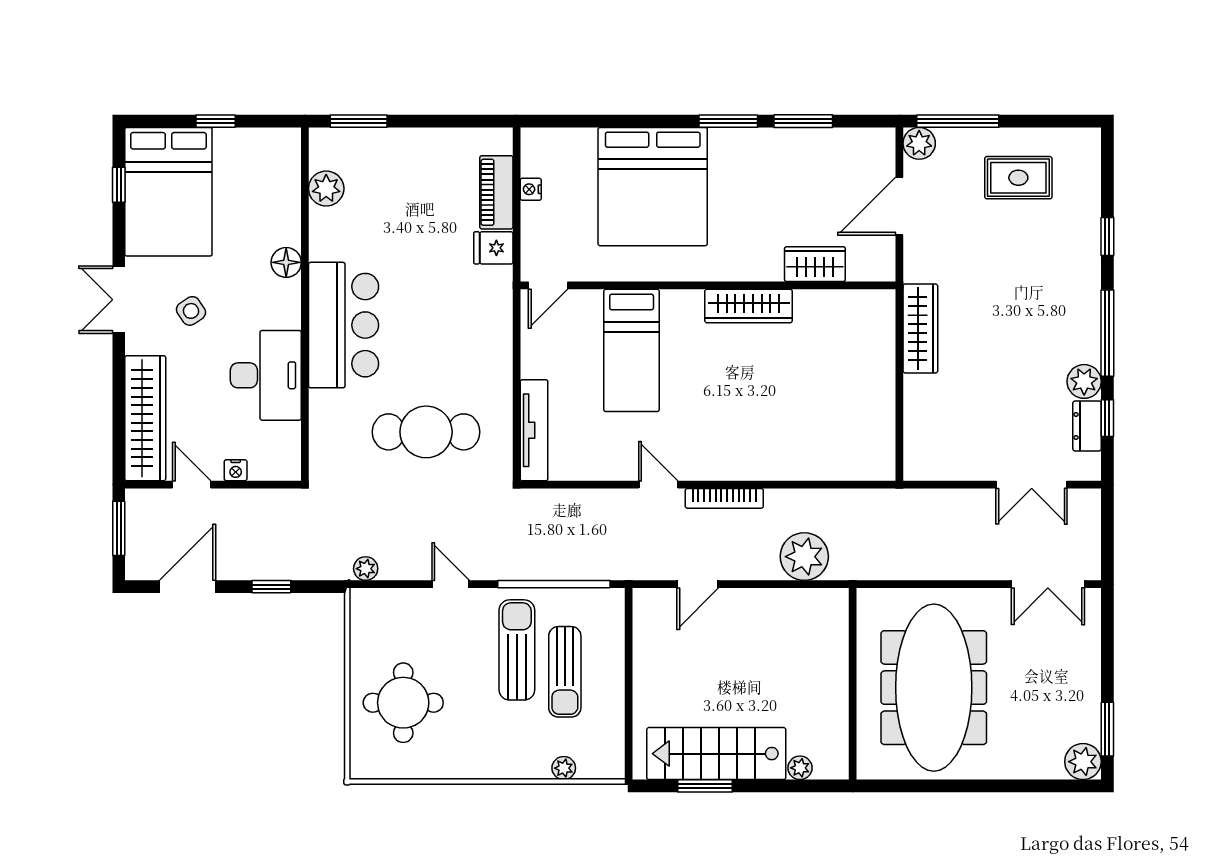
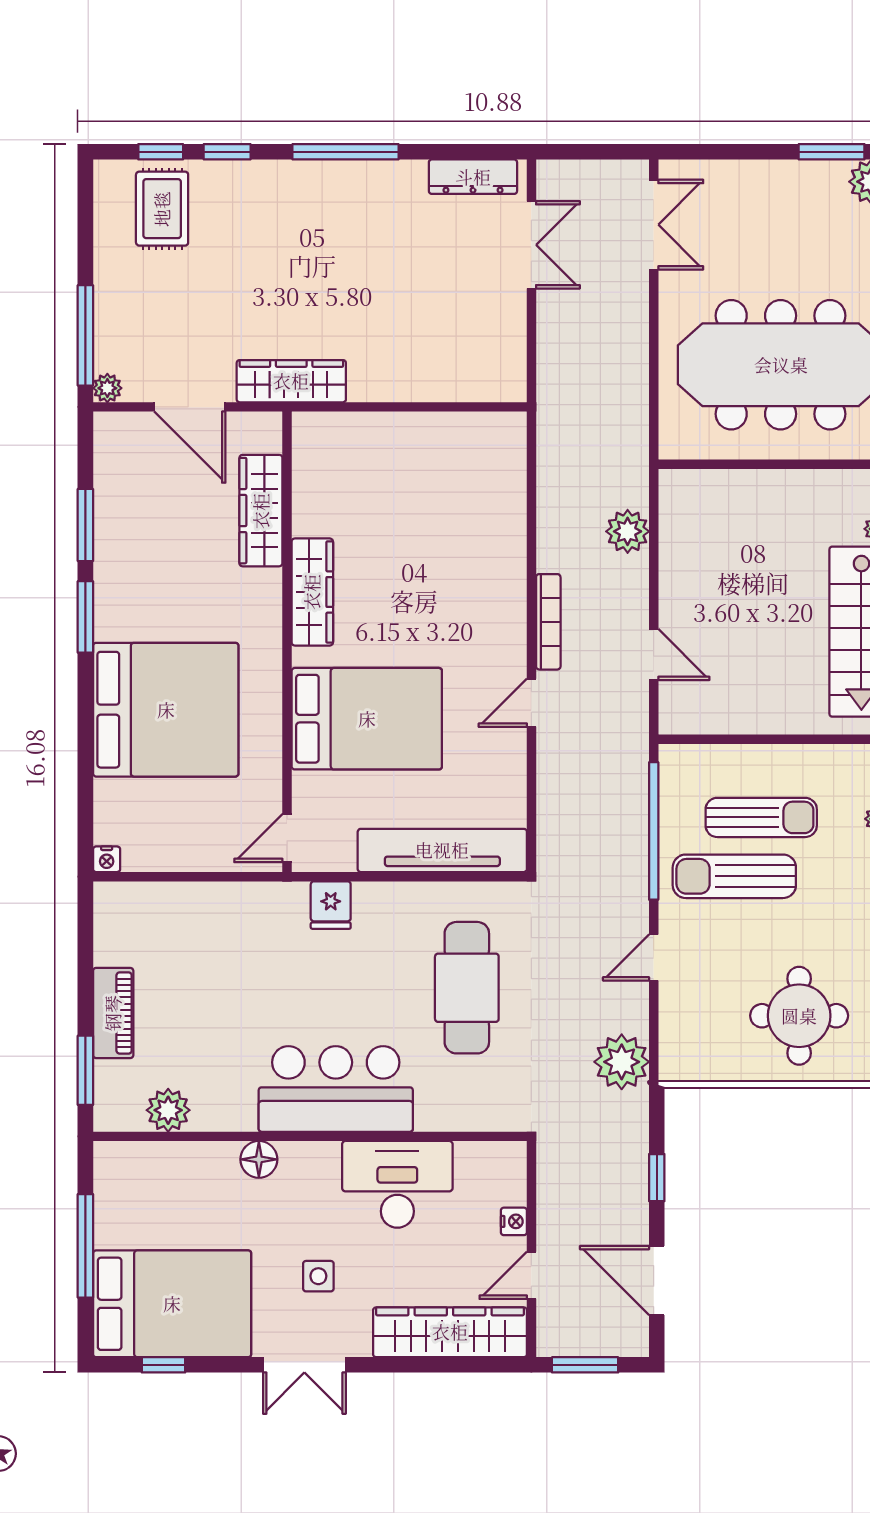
window: (216, 121) -> (85, 1246), width x2.17
plant: (919, 143) -> (107, 388), width x0.73, depth x0.73
rug: (1018, 178) -> (162, 209), moved
nightstand: (531, 189) -> (107, 859), moved
piano: (496, 192) -> (113, 1013), moved, turned -90
fridge: (493, 248) -> (331, 905), moved
wardrobe: (815, 264) -> (261, 511), width x1.50
door: (548, 285) -> (287, 838), swing flipped
side table: (191, 311) -> (318, 1276), turned 34
wardrobe: (920, 328) -> (291, 381), moved
bed: (632, 350) -> (367, 719), width x1.50
plant: (1084, 381) -> (405, 180), removed
window: (1107, 418) -> (161, 152), moved
dresser: (1087, 426) -> (473, 177), width x1.44
tv unit: (534, 430) -> (442, 850), width x1.36, depth x1.29
plant: (804, 557) -> (628, 531), width x0.73, depth x0.73
plant: (366, 569) -> (622, 1062), width x1.88, depth x1.88

